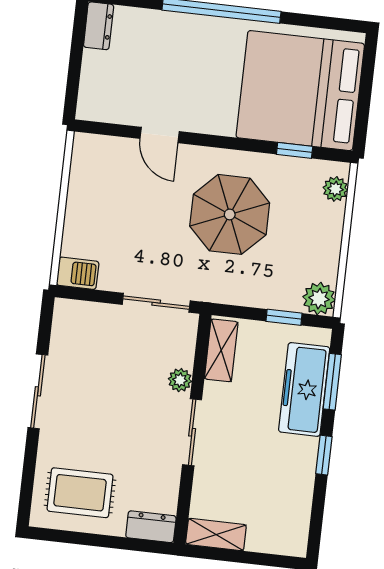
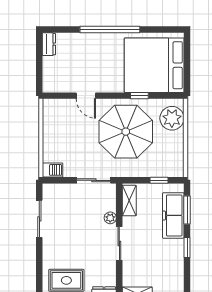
window: (295, 150) -> (139, 96), moved
plant: (335, 189) -> (172, 118), width x1.87, depth x1.87
parasol: (230, 214) -> (126, 132), width x1.36, depth x1.36
plant: (319, 299) -> (176, 169), removed
sliding door: (38, 391) -> (39, 219), moved

